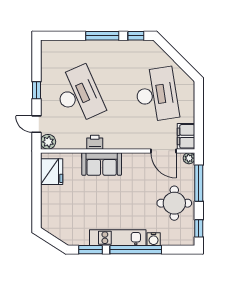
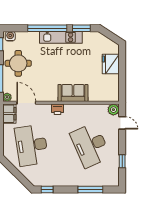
window: (102, 36) -> (90, 190), moved
window: (36, 90) -> (122, 161), moved
printer: (95, 142) -> (58, 109), moved
fridge: (52, 172) -> (111, 64), moved
water cooler: (154, 239) -> (10, 36), moved

